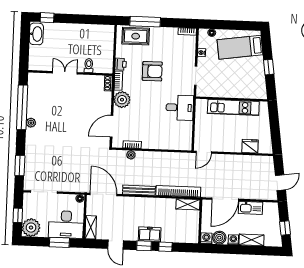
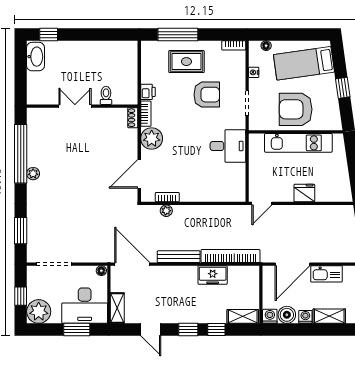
rug: (136, 36) -> (186, 62), moved
armchair: (152, 71) -> (207, 95), moved
armchair: (232, 82) -> (296, 109), added
fridge: (250, 146) -> (304, 193), moved
shelving: (188, 204) -> (243, 316), moved
freezer: (150, 234) -> (213, 275), moved, turned 180

